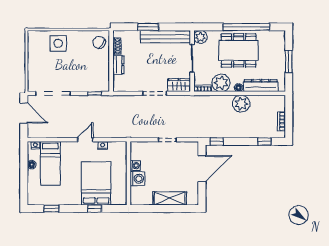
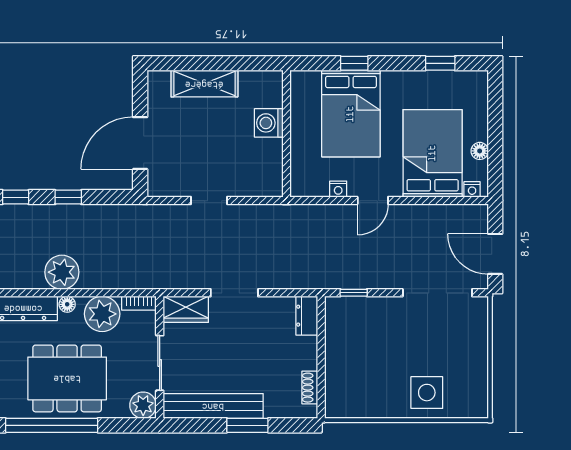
chair: (99, 42) -> (345, 395), removed
dresser: (118, 65) -> (307, 316), moved
window: (217, 141) -> (68, 197), moved
bed: (50, 163) -> (433, 153), width x1.50
washing machine: (135, 166) -> (273, 149), removed

